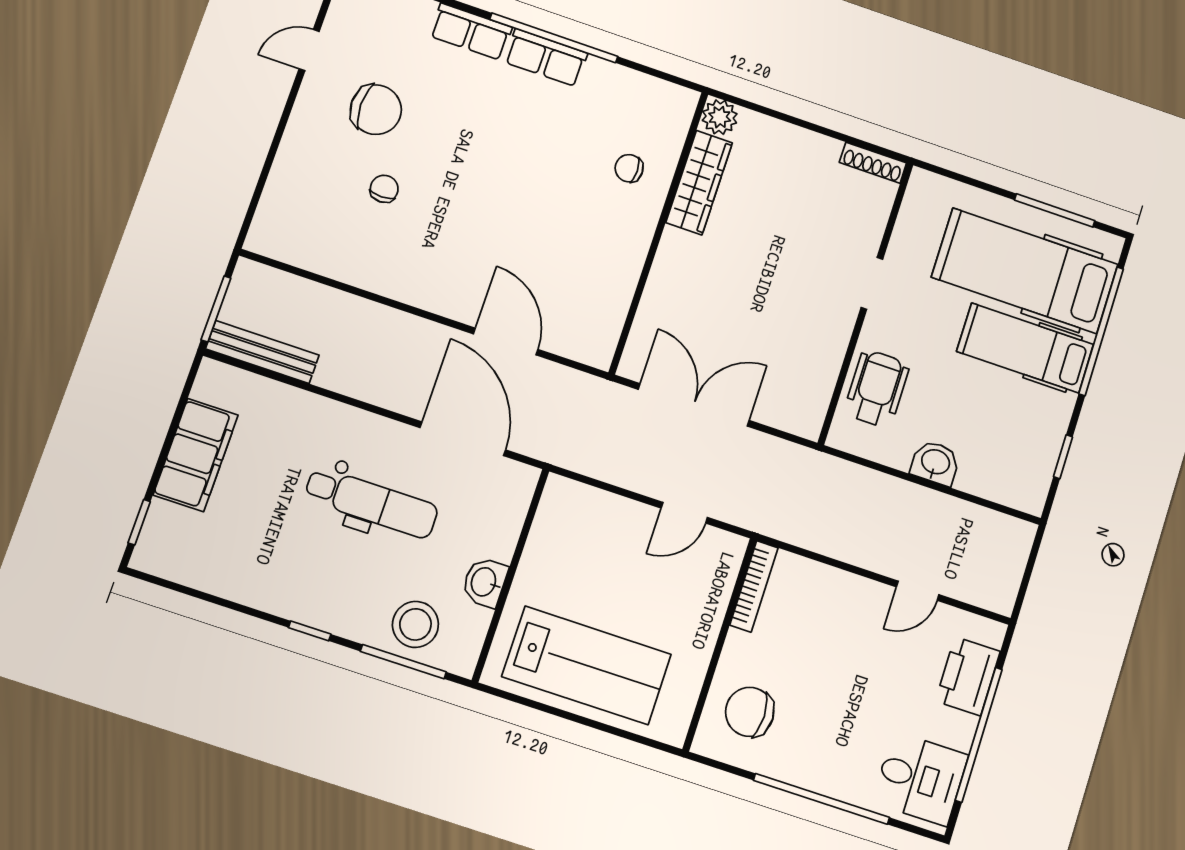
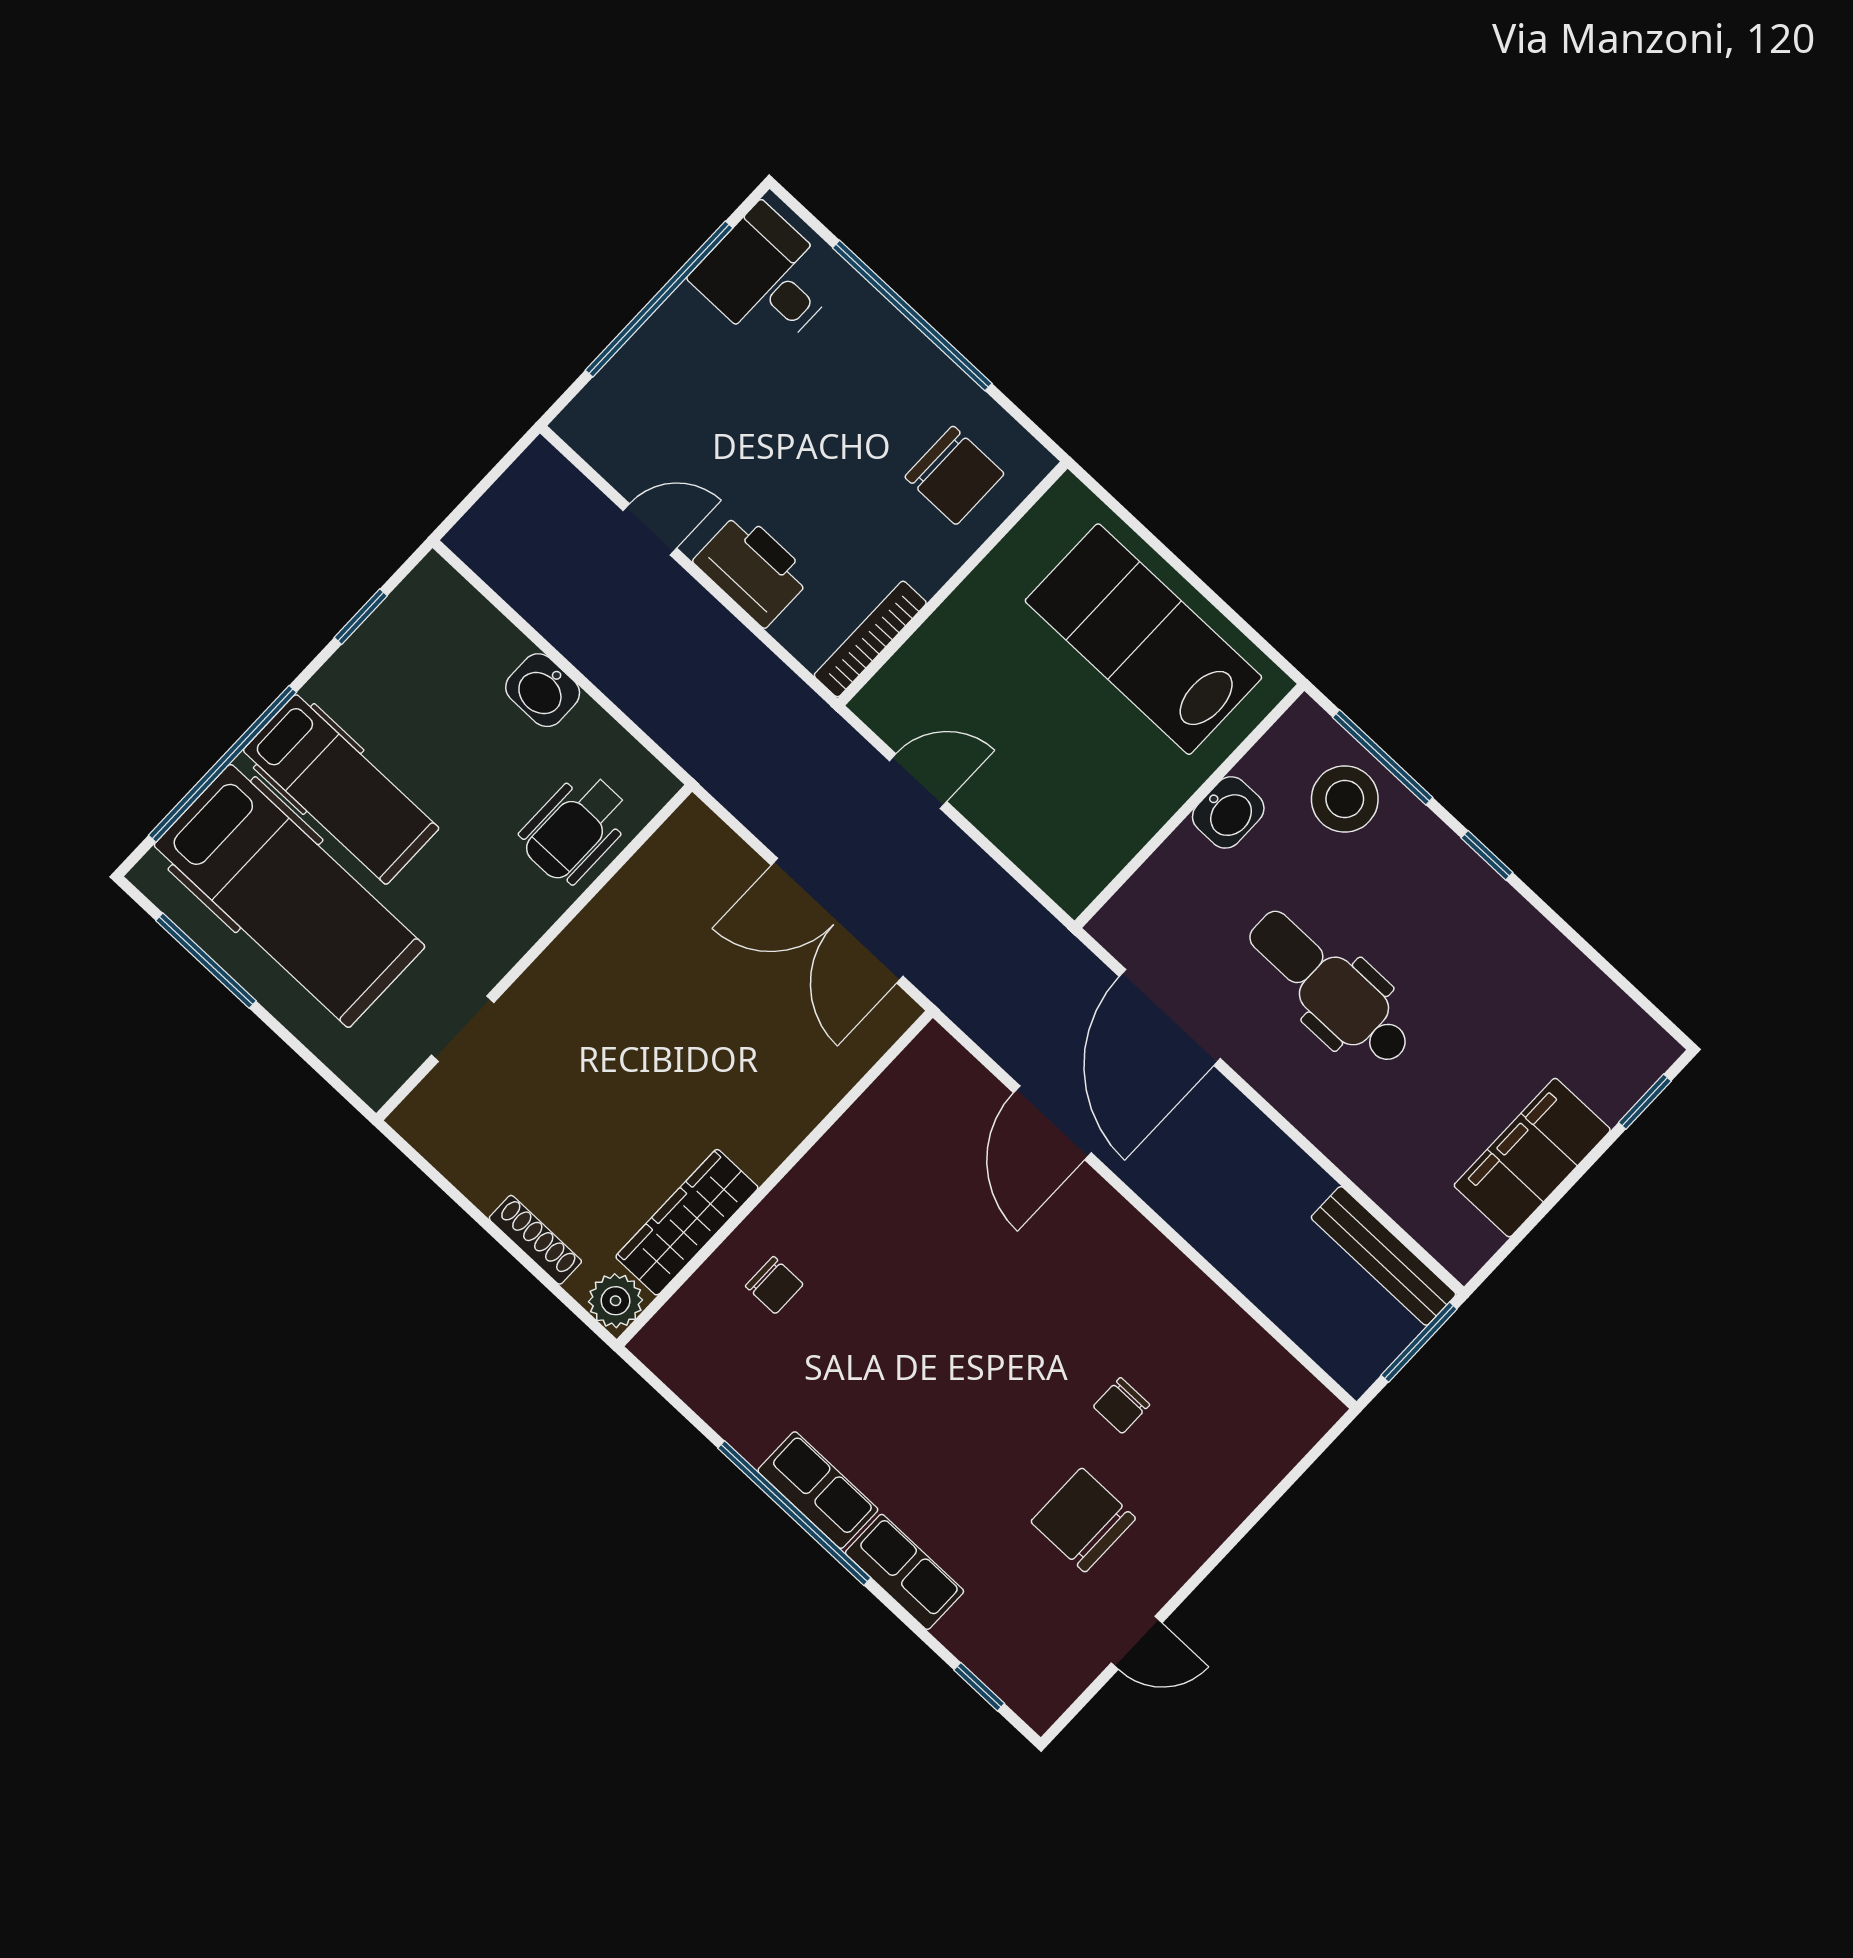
shoe rack: (873, 163) -> (535, 1240), moved
doorway: (872, 283) -> (463, 1029), moved
printer: (968, 676) -> (753, 569), moved, turned -90

